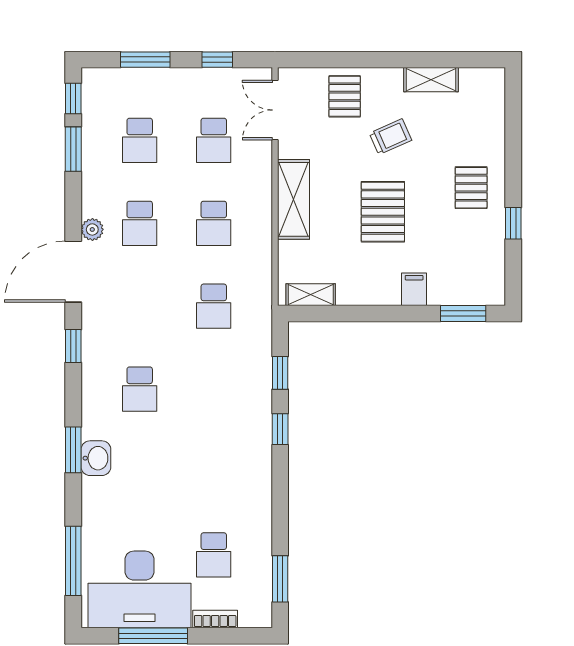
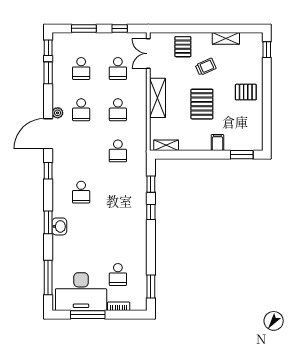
pallet: (471, 188) -> (246, 92), turned 90
window: (513, 223) -> (267, 50), moved

